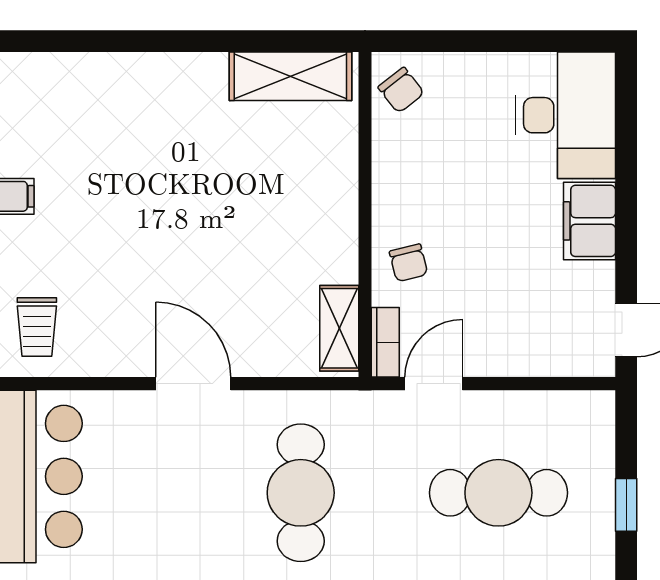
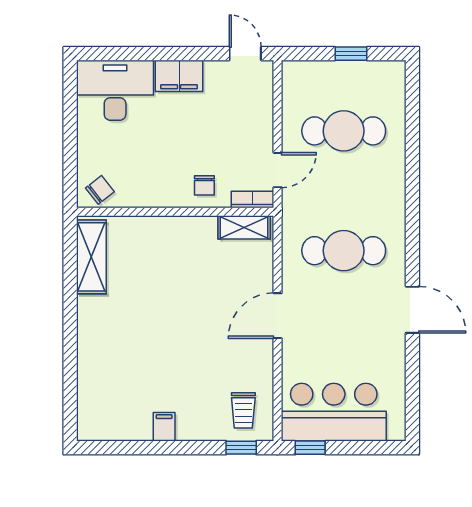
chair: (408, 263) -> (204, 185), turned 104
trolley: (37, 327) -> (243, 410), turned 90
door: (434, 384) -> (278, 170), swing flipped
cafe table: (498, 493) -> (344, 131), turned 90

